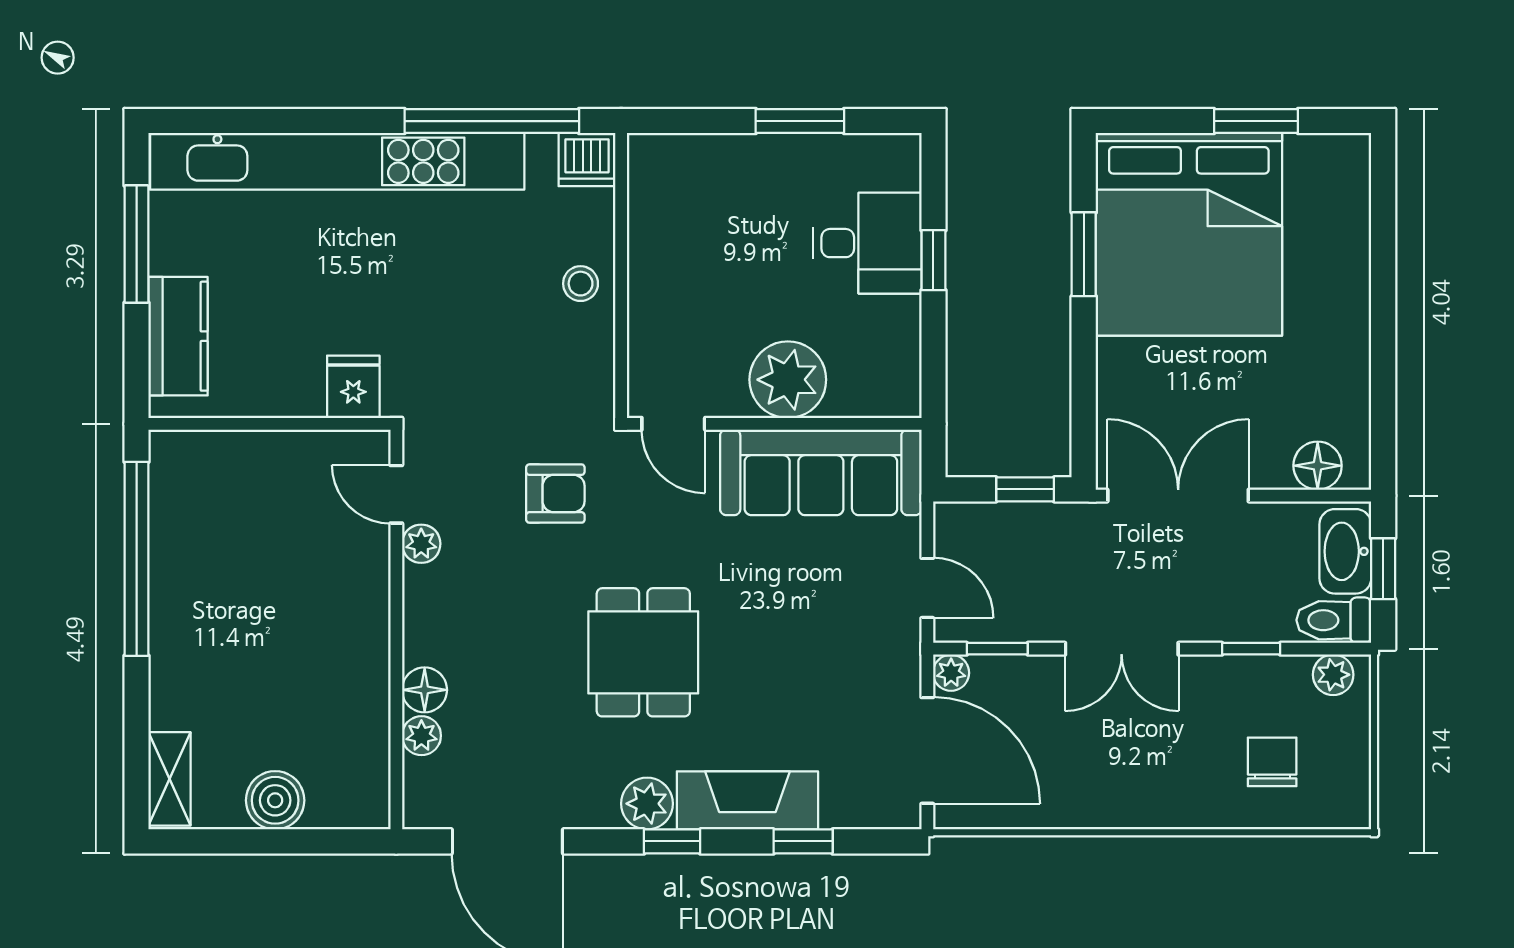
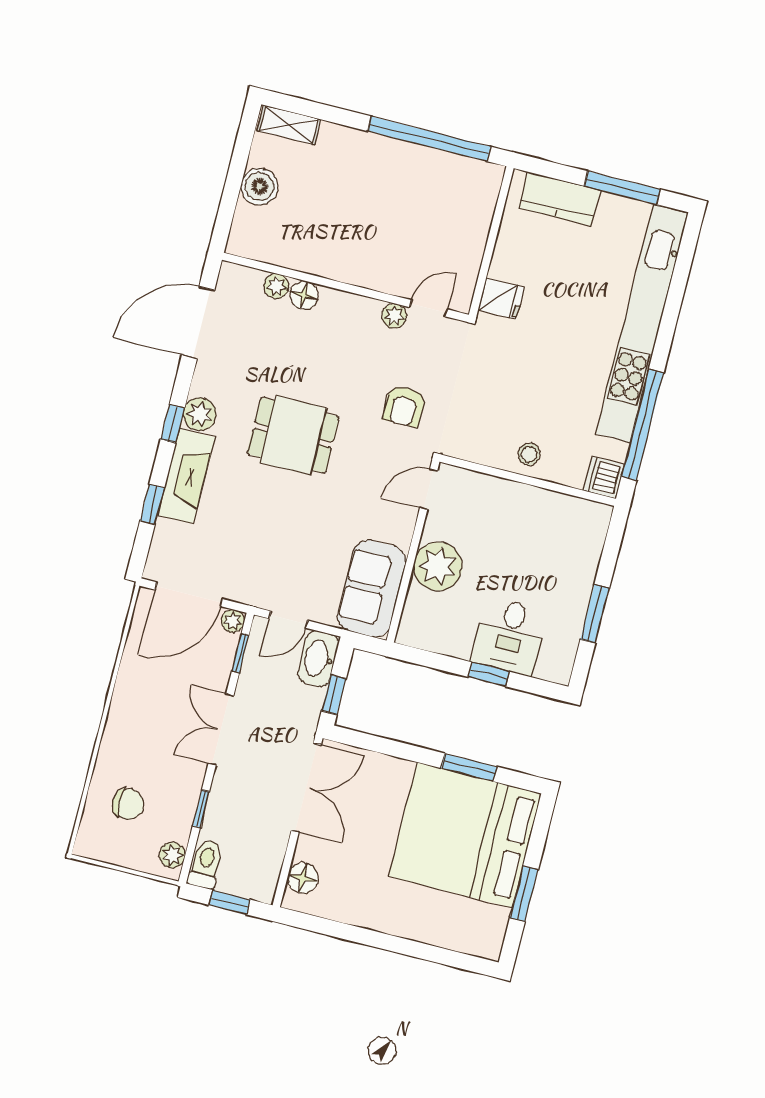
sofa: (821, 472) -> (372, 589), width x0.73
washbasin: (1345, 551) -> (318, 658), moved, turned -90

